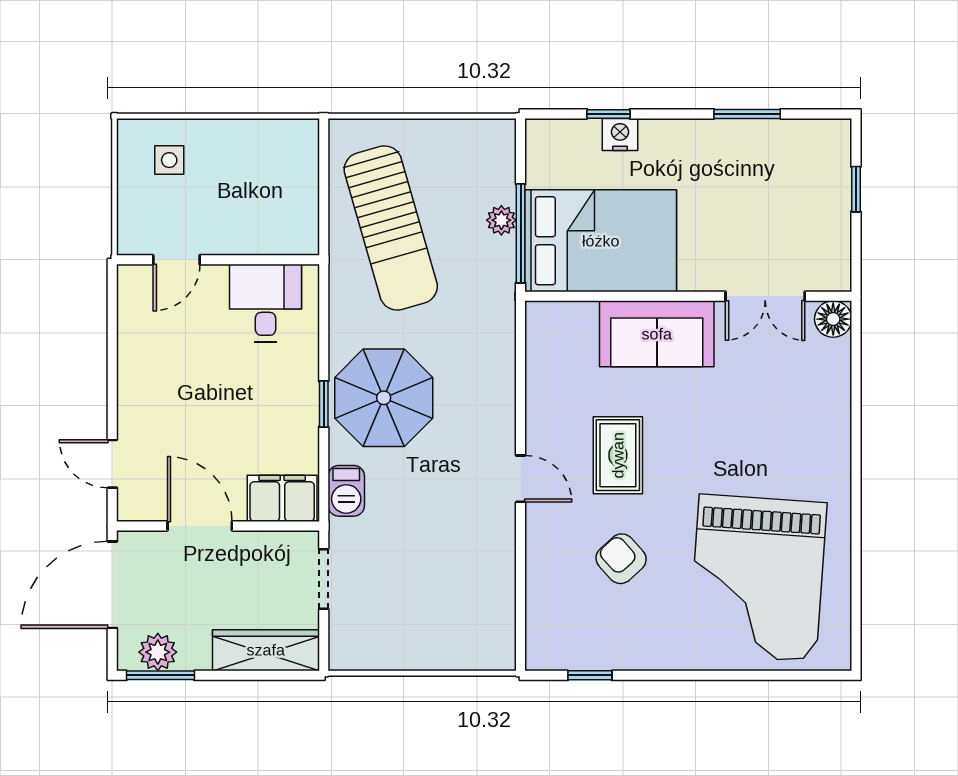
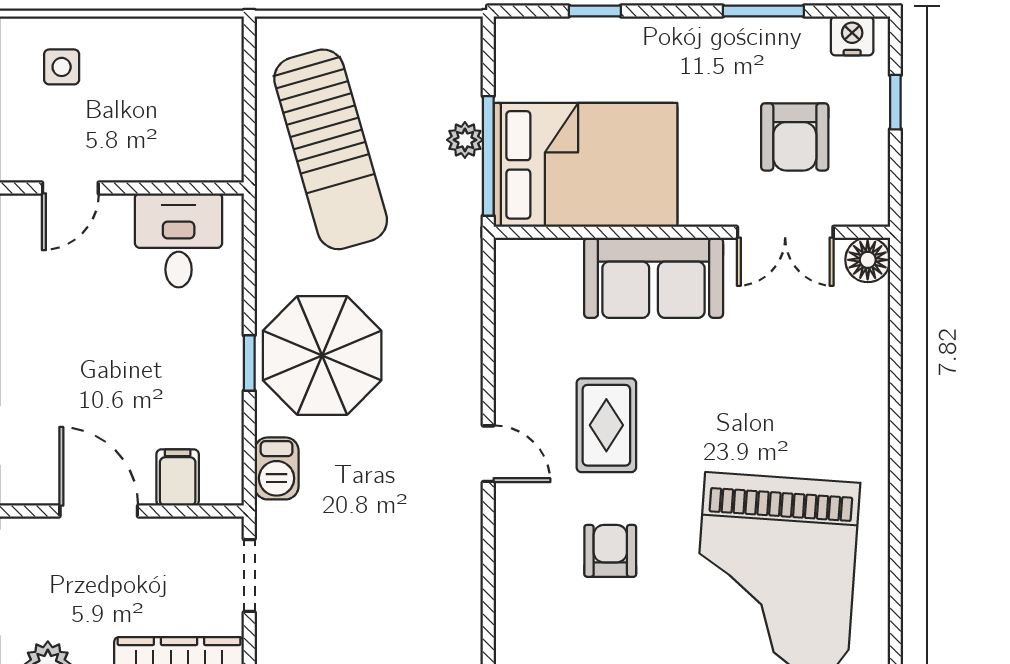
nightstand: (620, 135) -> (852, 36), moved
armchair: (773, 218) -> (795, 137), added
filing cabinet: (282, 498) -> (178, 478), width x0.50
armchair: (621, 559) -> (610, 551), turned 42

